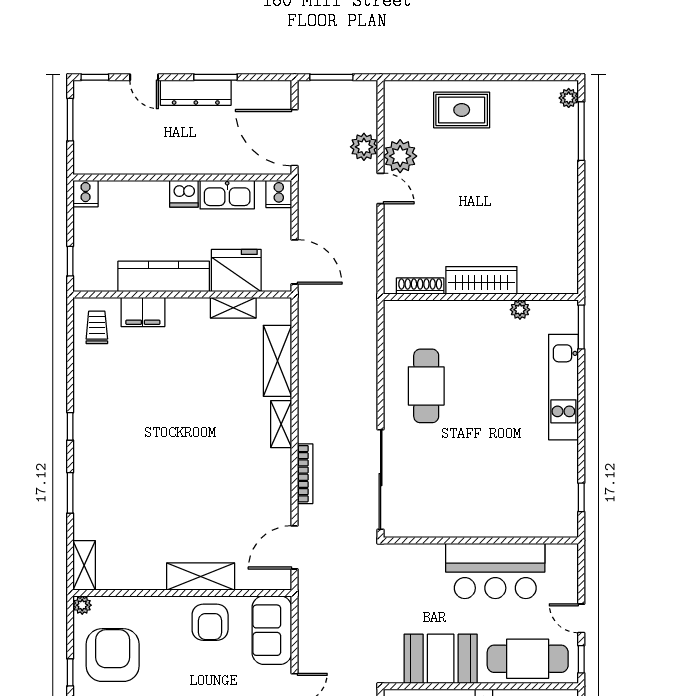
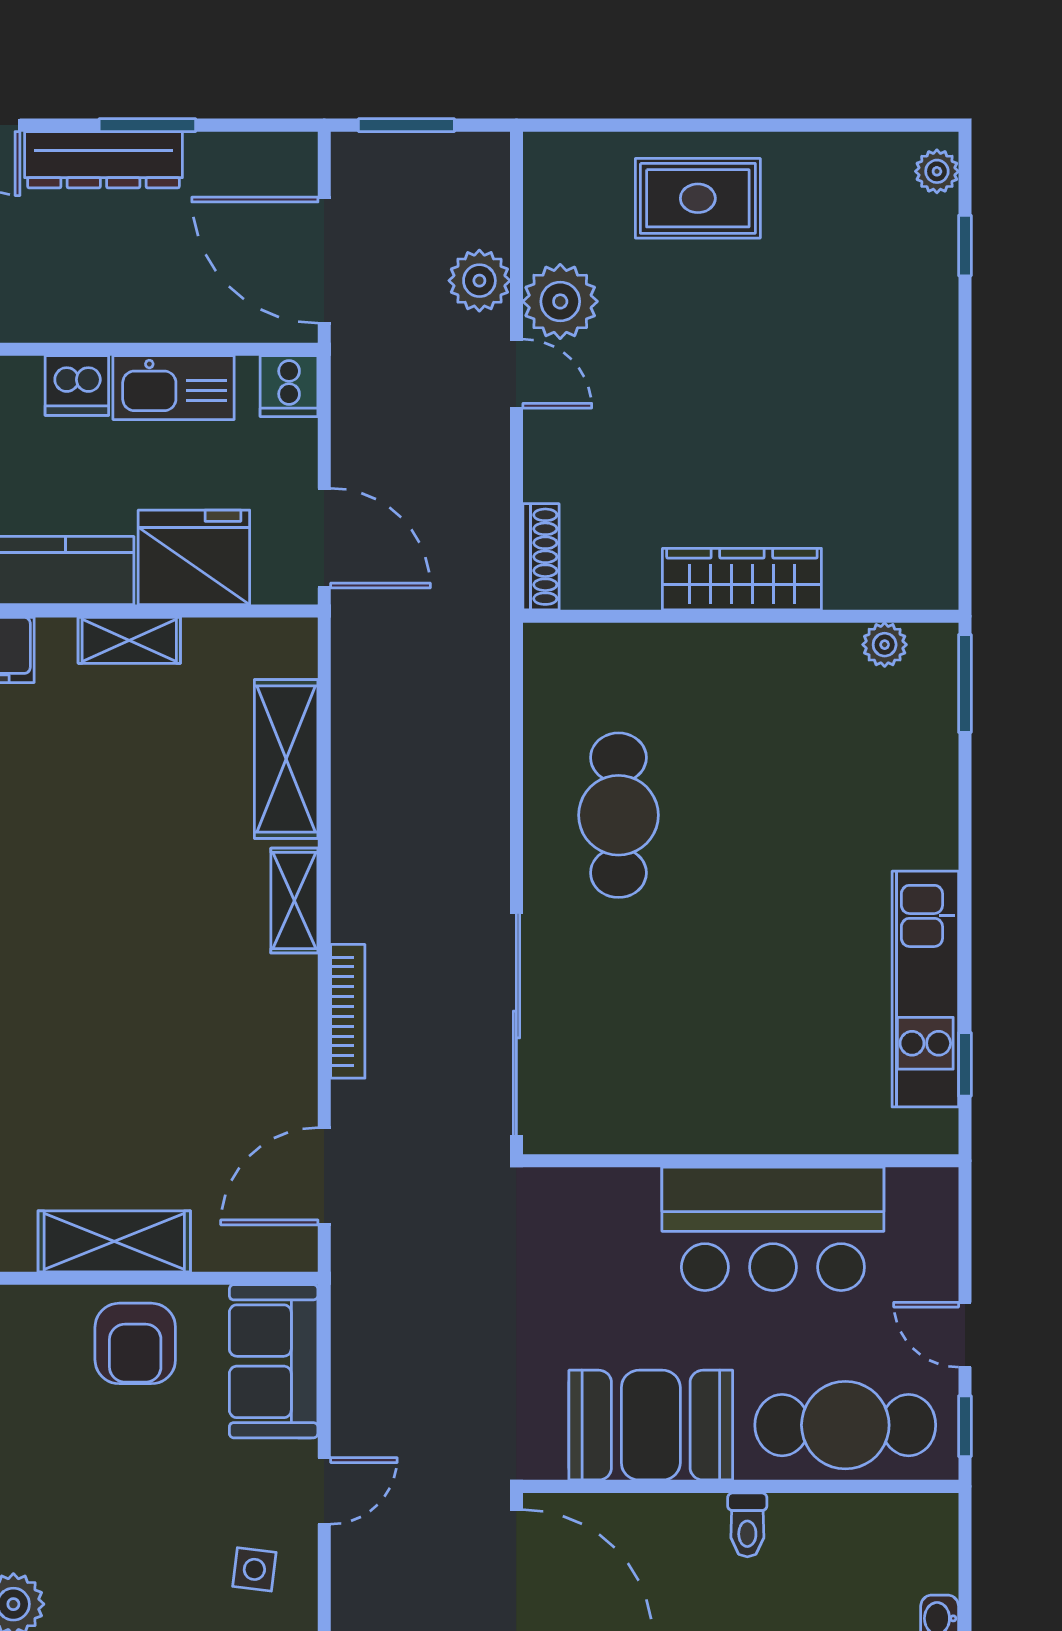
window: (581, 131) -> (965, 246), width x0.46
shoe rack: (420, 286) -> (541, 557), moved, turned 90
shelving: (233, 308) -> (129, 640), moved
plant: (520, 310) -> (885, 645), moved
kitchen unit: (563, 387) -> (925, 989), moved

